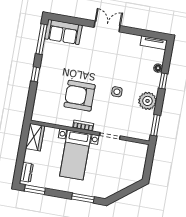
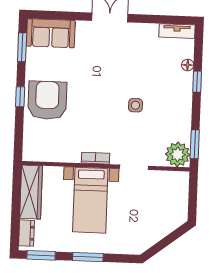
window: (42, 39) -> (22, 47), width x0.69
armchair: (80, 96) -> (47, 100), moved, turned 90
plant: (147, 101) -> (178, 154), moved
wardrobe: (35, 137) -> (31, 192), width x1.50
window: (83, 198) -> (88, 257), moved

